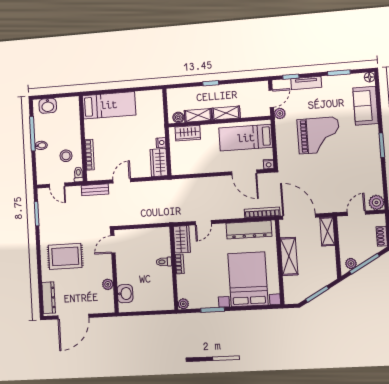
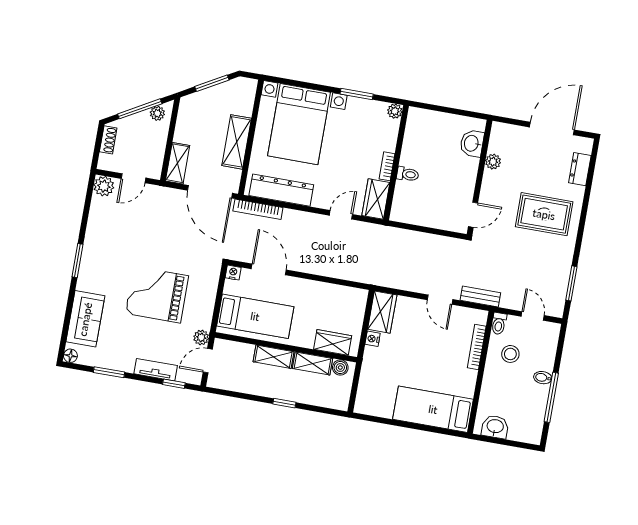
washbasin: (48, 106) -> (495, 427), moved
door: (122, 181) -> (440, 300), hinge flipped
dresser: (49, 298) -> (580, 169), width x0.70

